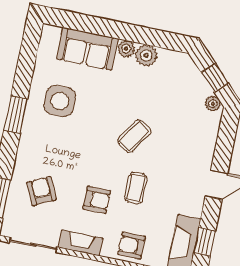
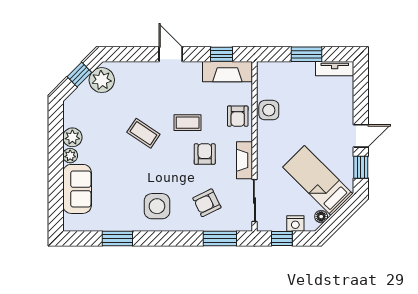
side table: (60, 101) -> (157, 206), moved
plant: (213, 104) -> (102, 80), width x1.87, depth x1.87
window: (16, 115) -> (117, 238), moved

